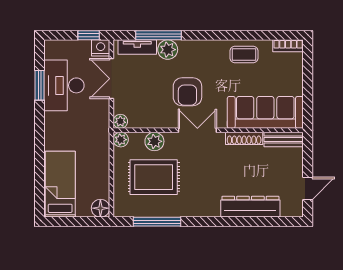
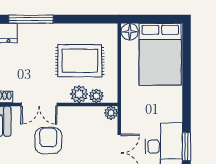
plant: (121, 140) -> (96, 96), moved
bed: (60, 184) -> (160, 54), width x1.50
window: (157, 222) -> (31, 19), moved

